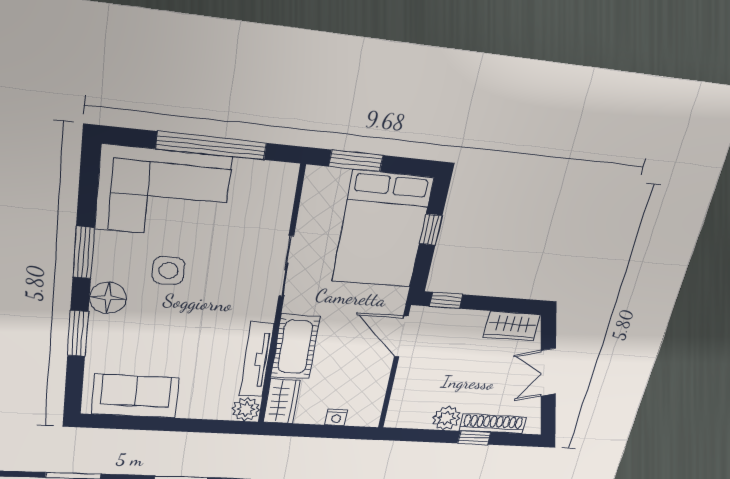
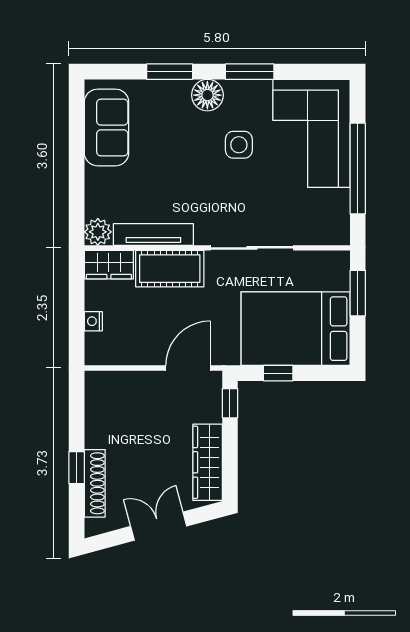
window: (431, 230) -> (278, 373), moved
sliding door: (286, 266) -> (252, 248), width x1.37
wardrobe: (512, 326) -> (208, 462), width x1.50
plant: (446, 418) -> (99, 433), removed

